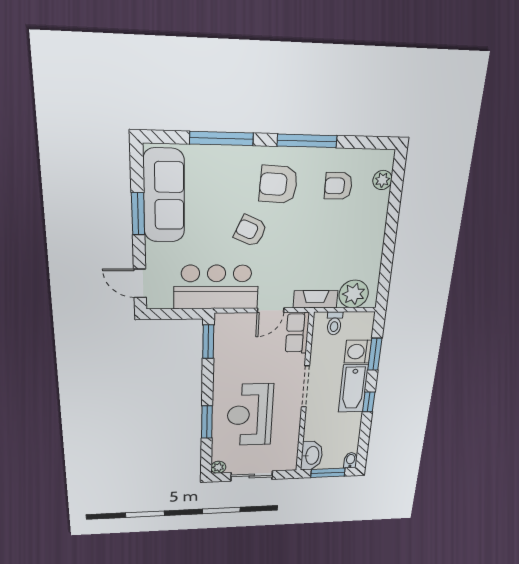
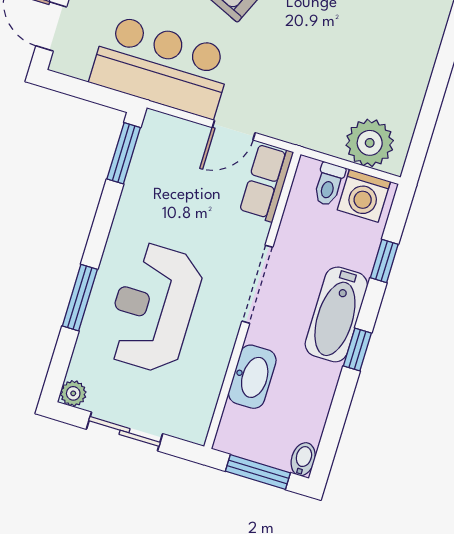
fireplace: (315, 299) -> (308, 133), removed
washing machine: (358, 352) -> (364, 196), moved, turned -90
window: (375, 354) -> (384, 261), width x0.67
washbasin: (312, 455) -> (252, 377), moved

